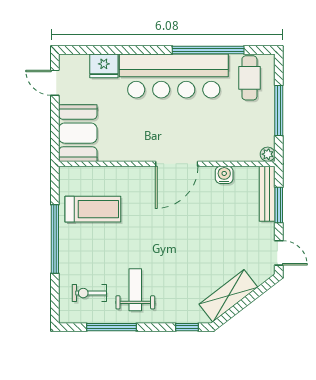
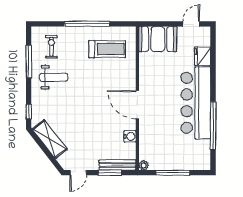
cafe table: (249, 78) -> (194, 153), removed
treadmill: (93, 209) -> (107, 49), turned -90

